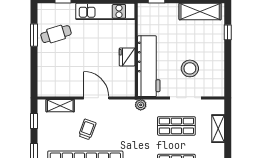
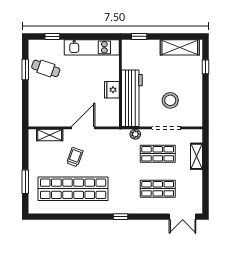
cafe table: (56, 34) -> (46, 68), turned 36
door: (96, 98) -> (83, 128), hinge flipped
plant: (141, 105) -> (135, 134), moved
window: (34, 121) -> (25, 149), removed

